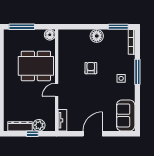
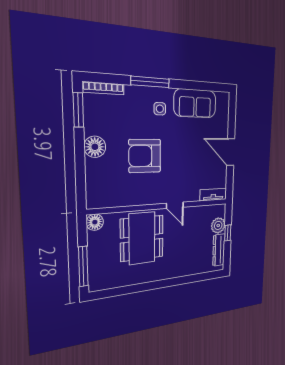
armchair: (91, 68) -> (145, 156), width x1.88, depth x1.88
sofa: (126, 115) -> (195, 103), moved

